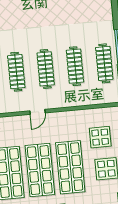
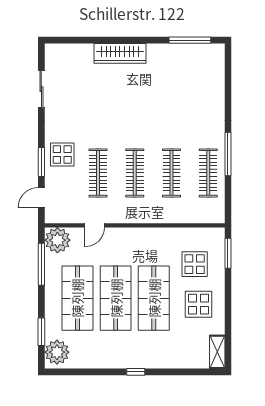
door: (38, 112) -> (95, 225), moved

